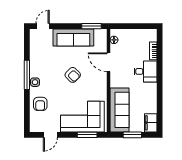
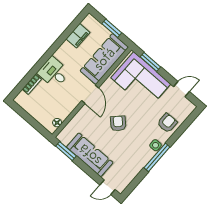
door: (109, 62) -> (90, 94), moved
filing cabinet: (151, 123) -> (78, 36), moved

